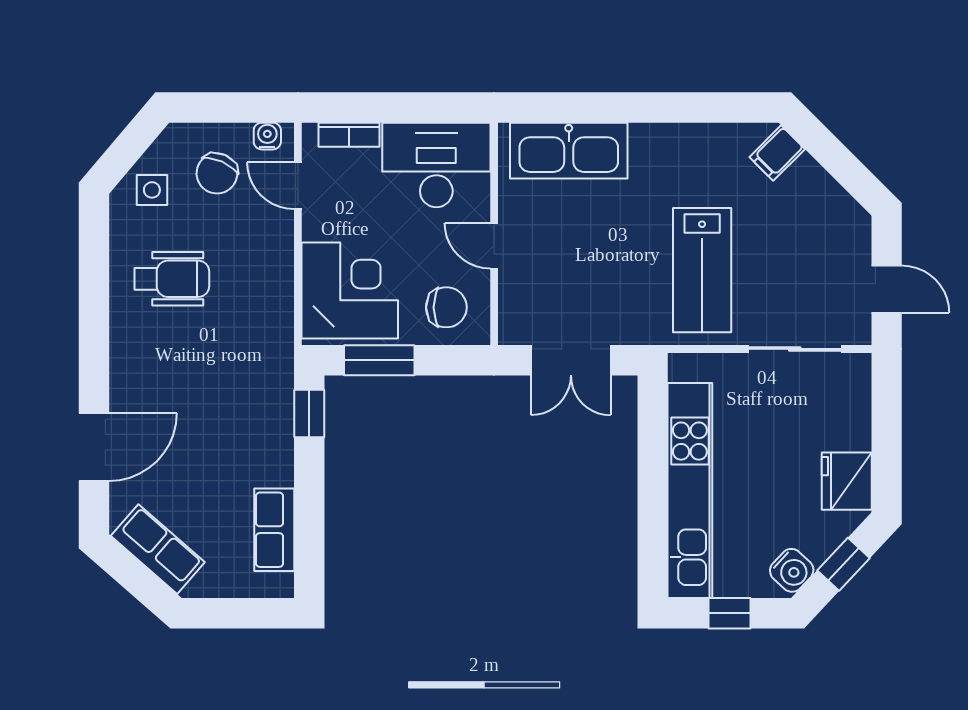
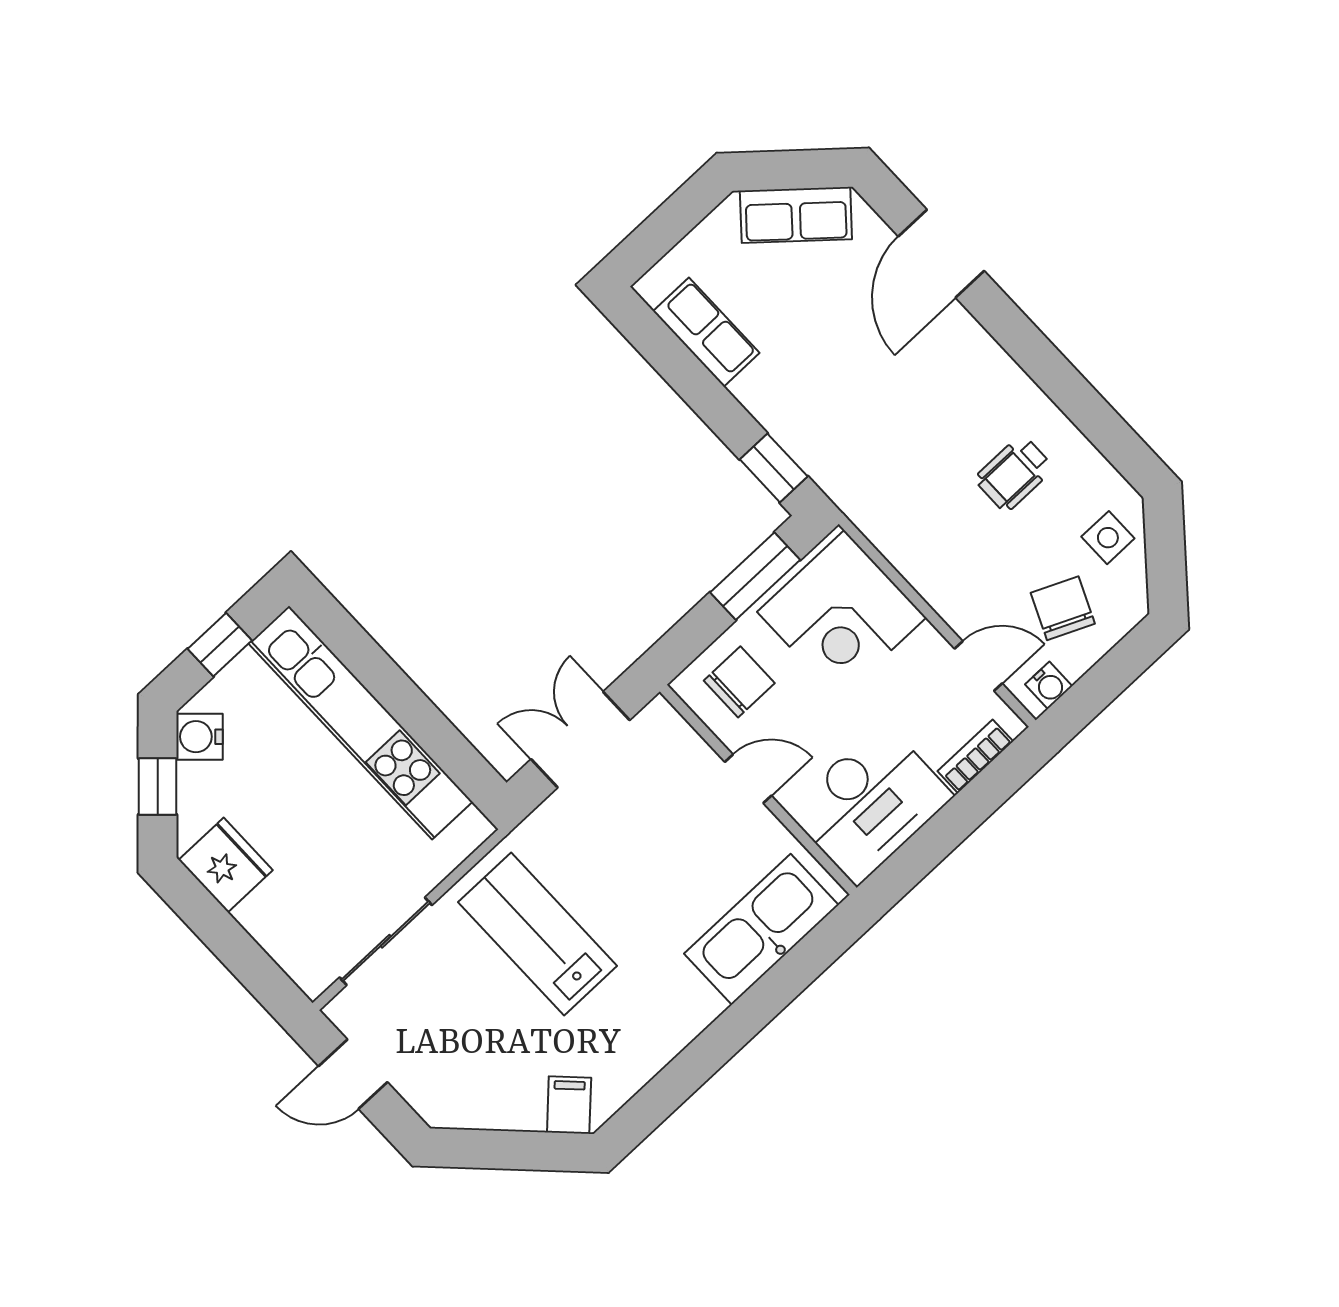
wheelchair: (172, 279) -> (1014, 473), width x0.73, depth x0.73
chair: (446, 307) -> (739, 682), turned 180

